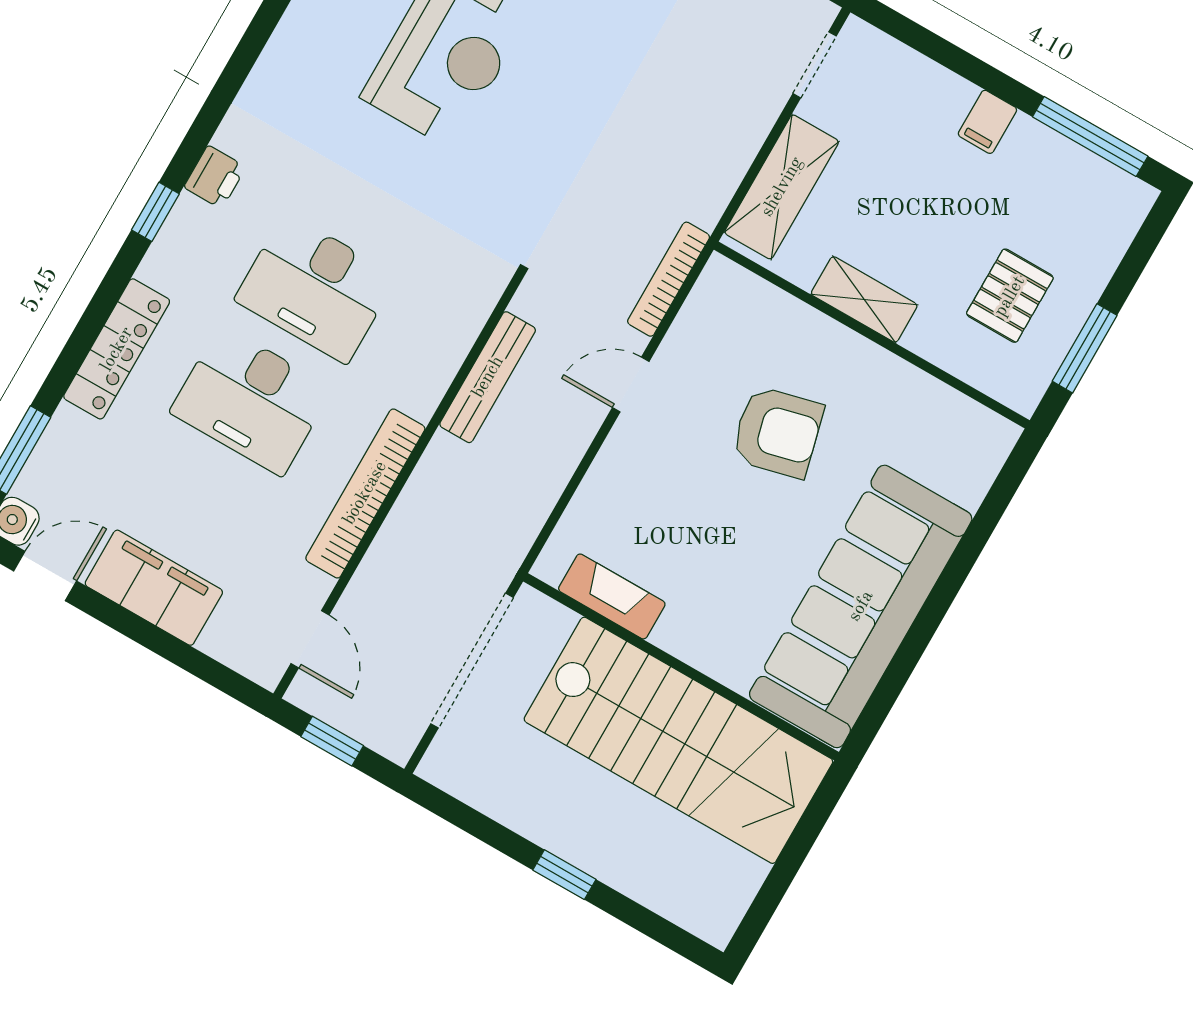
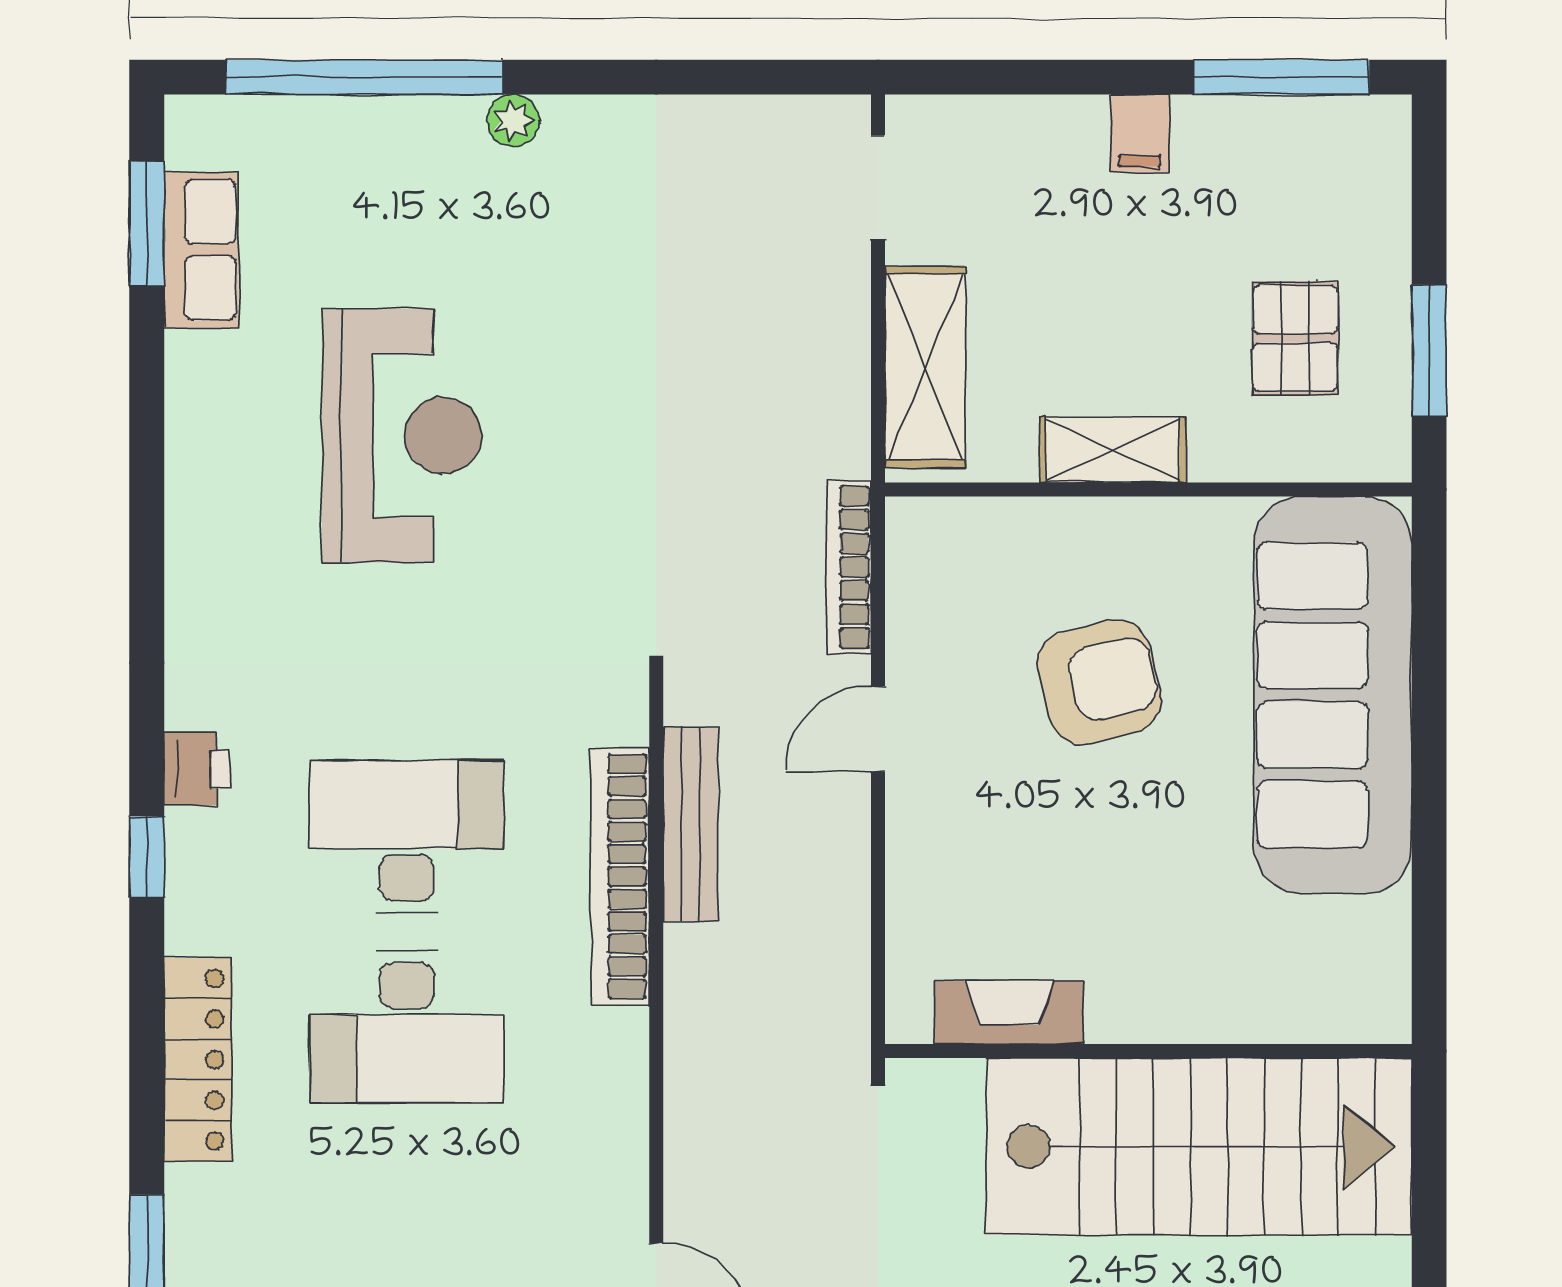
desk: (316, 288) -> (407, 836), turned 180
bookcase: (365, 493) -> (620, 877), moved
sofa: (861, 606) -> (1333, 695), moved

